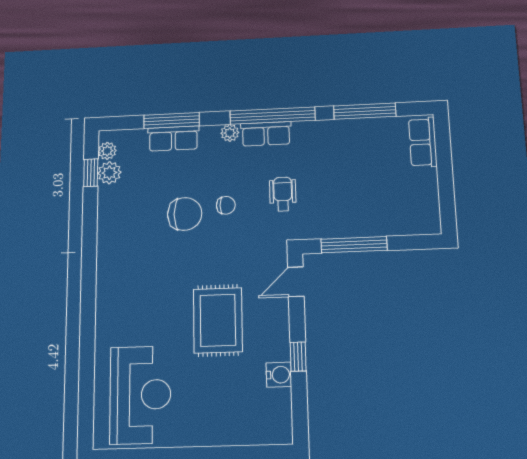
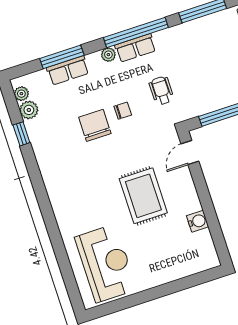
window: (91, 173) -> (21, 134), moved
chair: (185, 214) -> (95, 125), turned -90
window: (298, 357) -> (207, 205), removed

